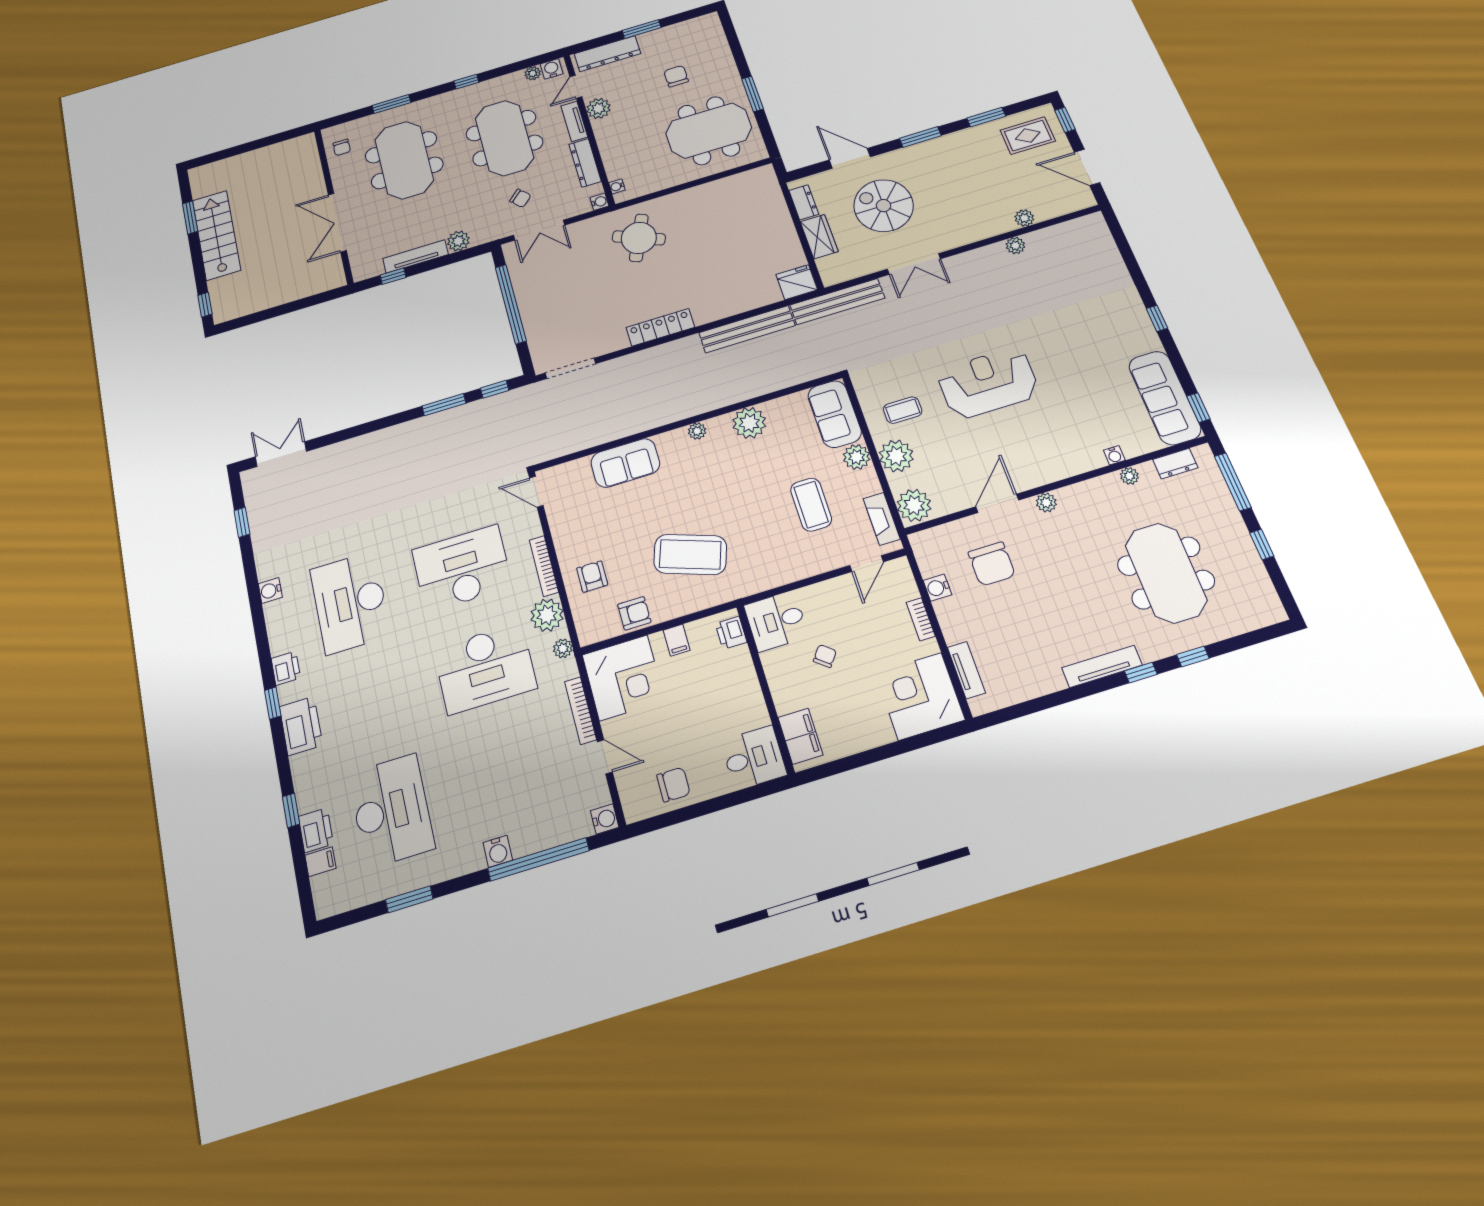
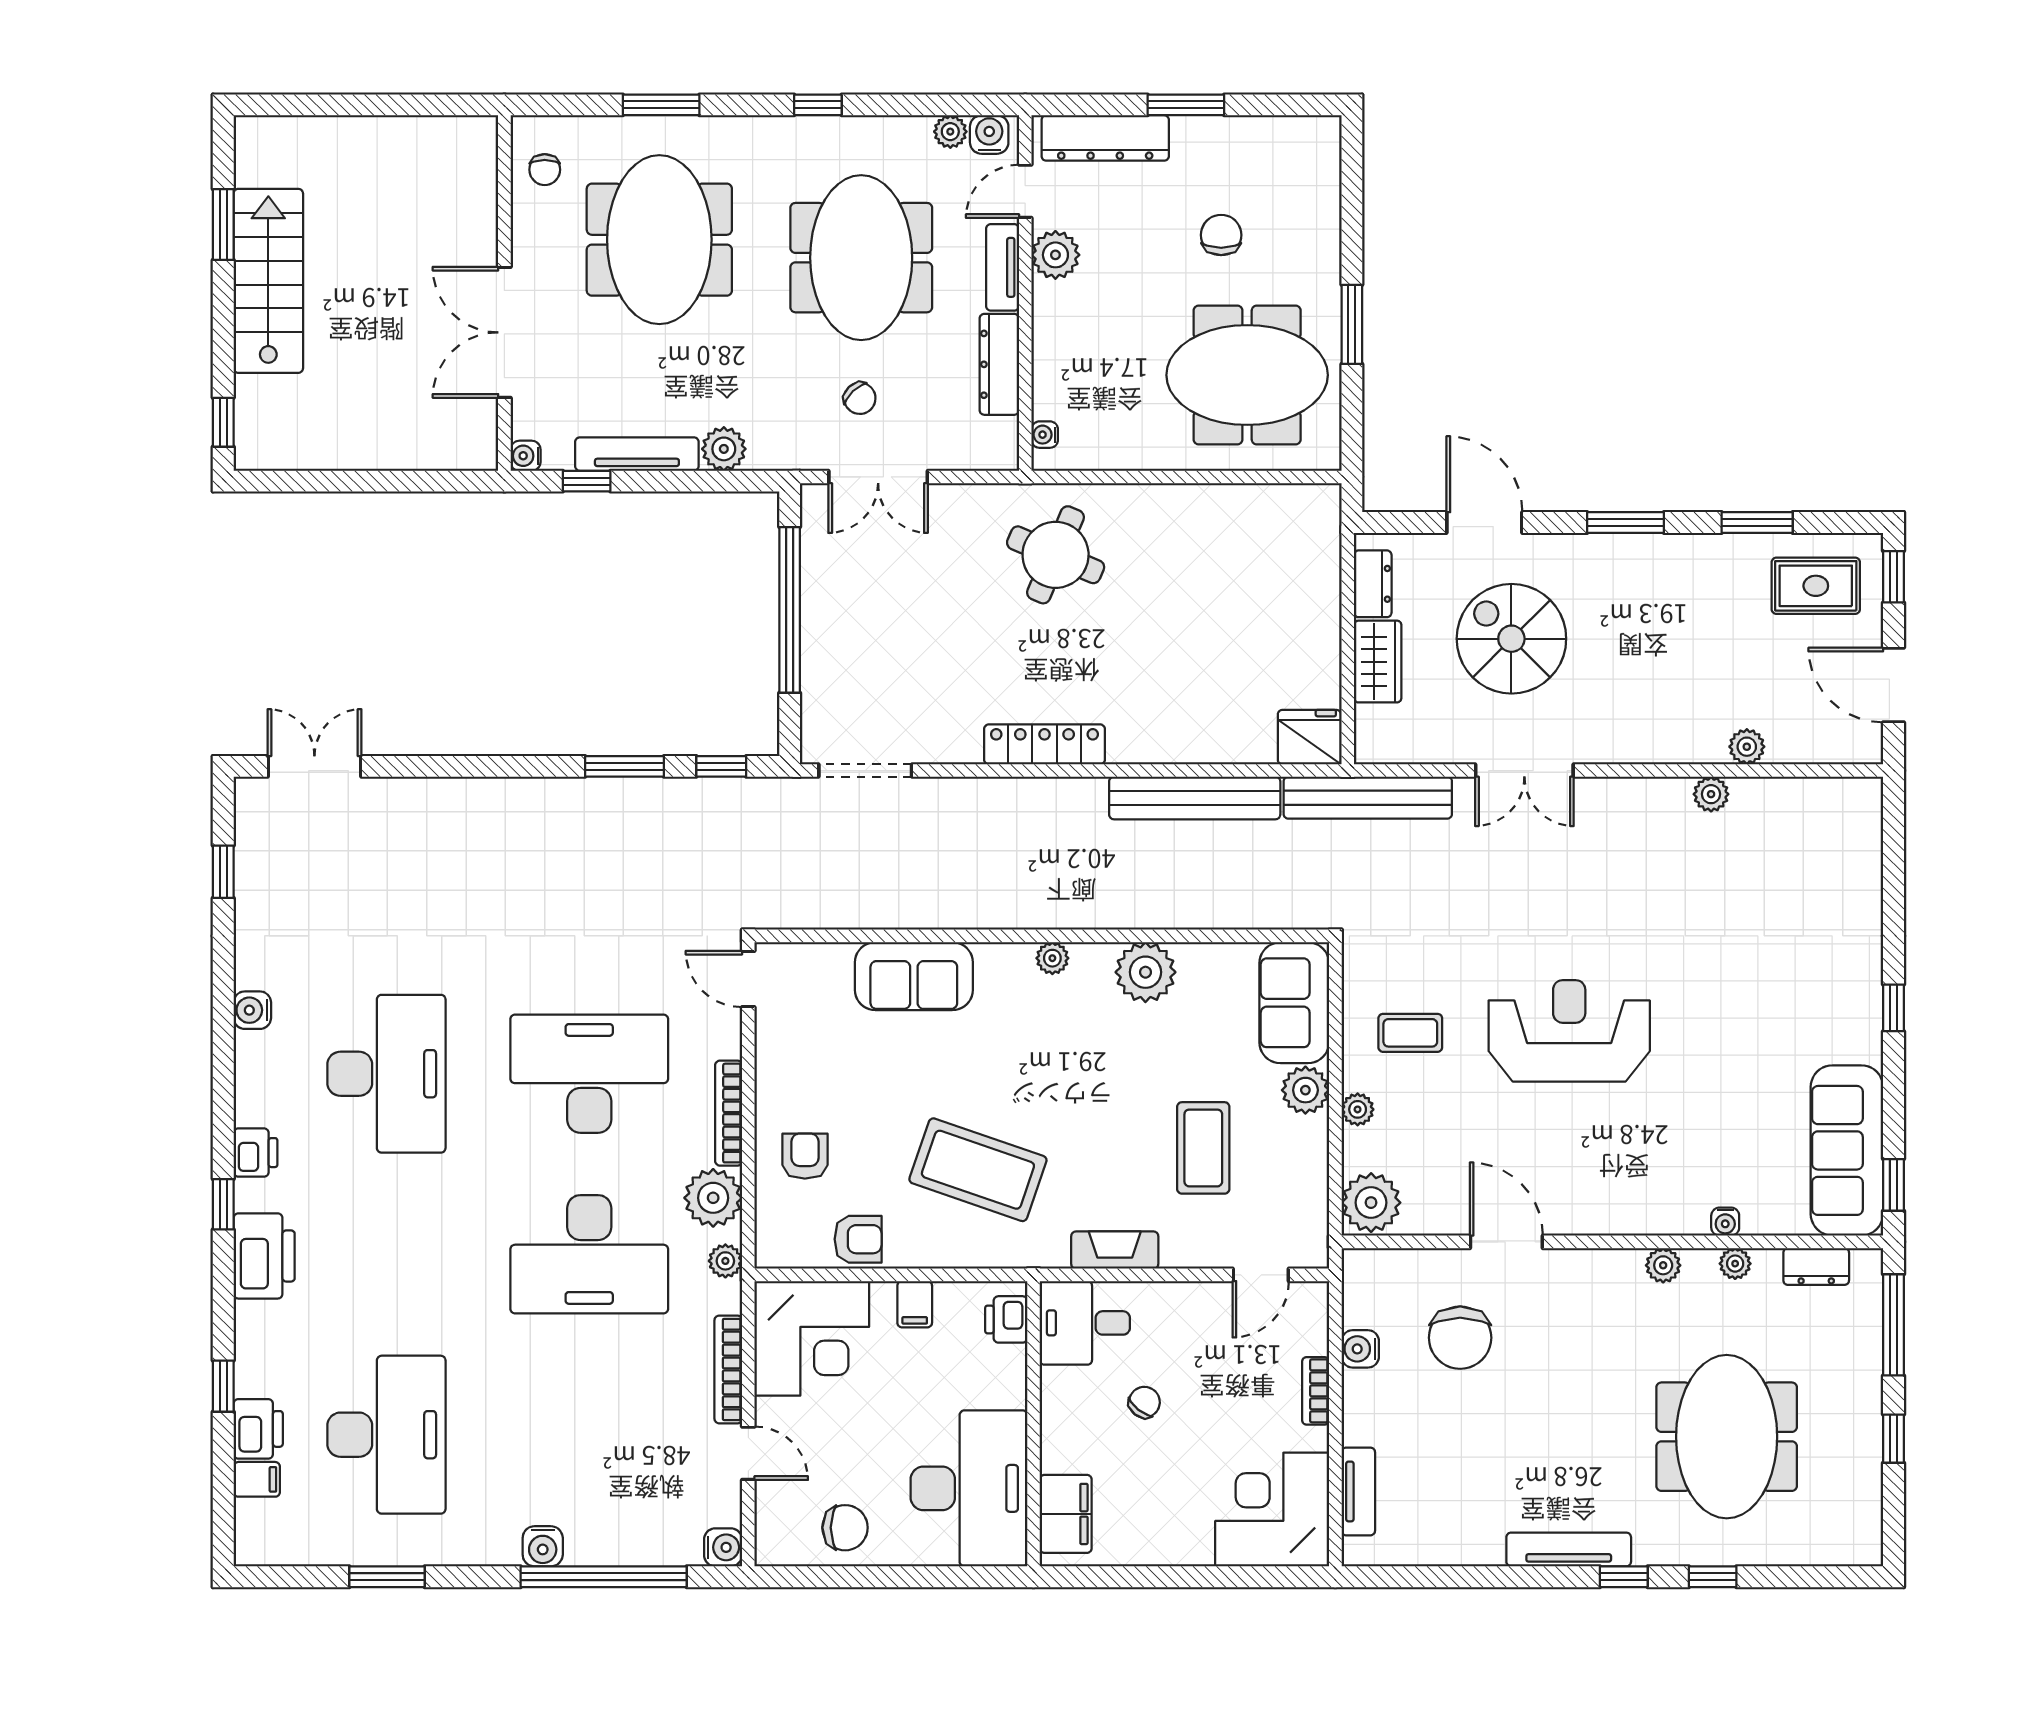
water cooler: (599, 202) -> (526, 456), moved, turned 180
plant: (896, 456) -> (1358, 1109), width x0.53, depth x0.53
door: (997, 503) -> (1506, 1242), hinge flipped
plant: (1046, 503) -> (1663, 1265), moved
fireplace: (882, 519) -> (1115, 1250), moved, turned 90
desk: (350, 602) -> (386, 1074), turned 180
desk: (754, 758) -> (969, 1488), width x1.87, depth x1.30

